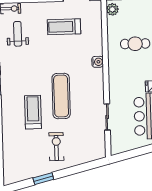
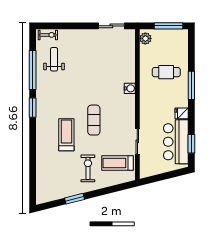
treadmill: (64, 27) -> (117, 163), moved
exercise mat: (61, 96) -> (94, 120), width x0.73, depth x0.69

